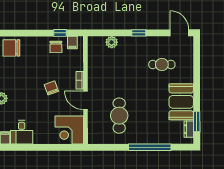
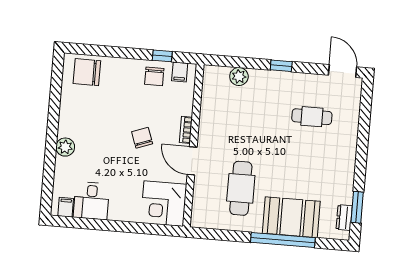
booth: (181, 102) -> (291, 217), moved, turned 90

